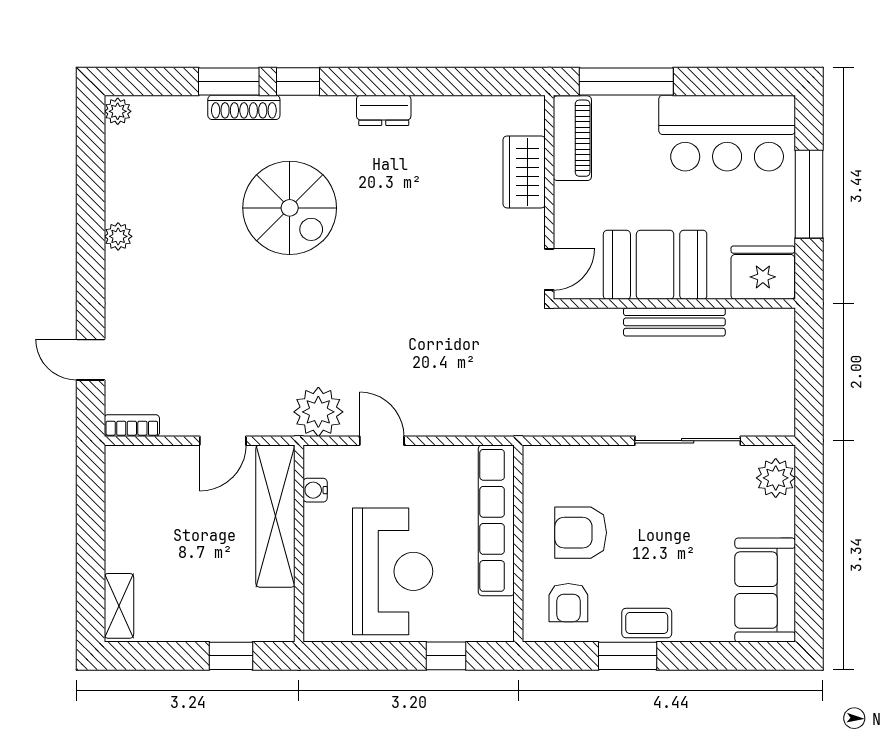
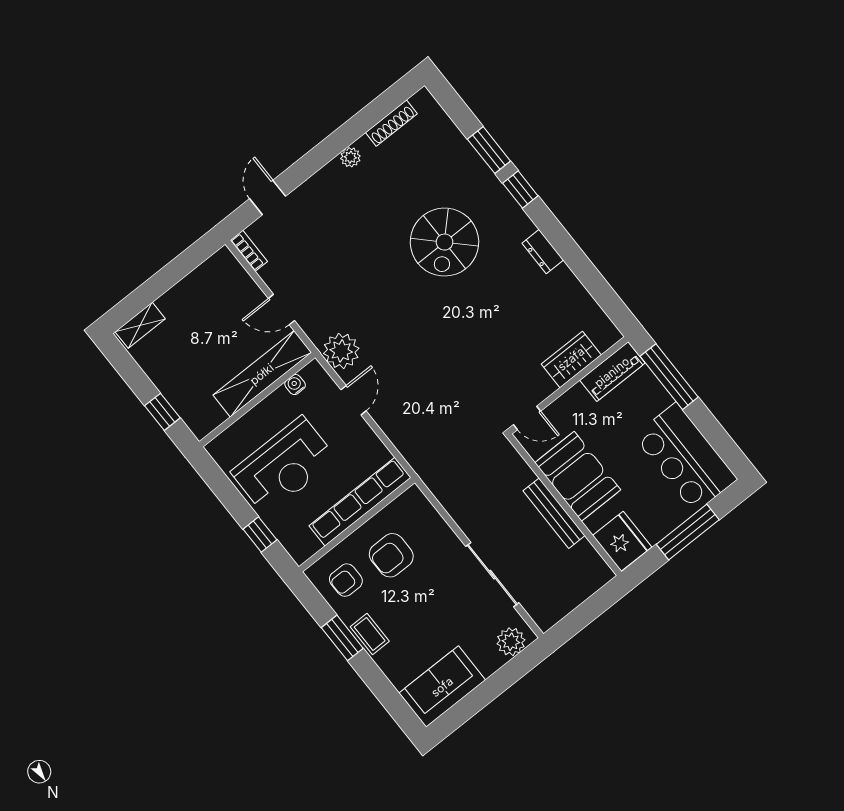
shoe rack: (244, 107) -> (391, 123), moved, turned -90
plant: (118, 111) -> (422, 100), removed
armchair: (581, 533) -> (391, 555), turned -90

